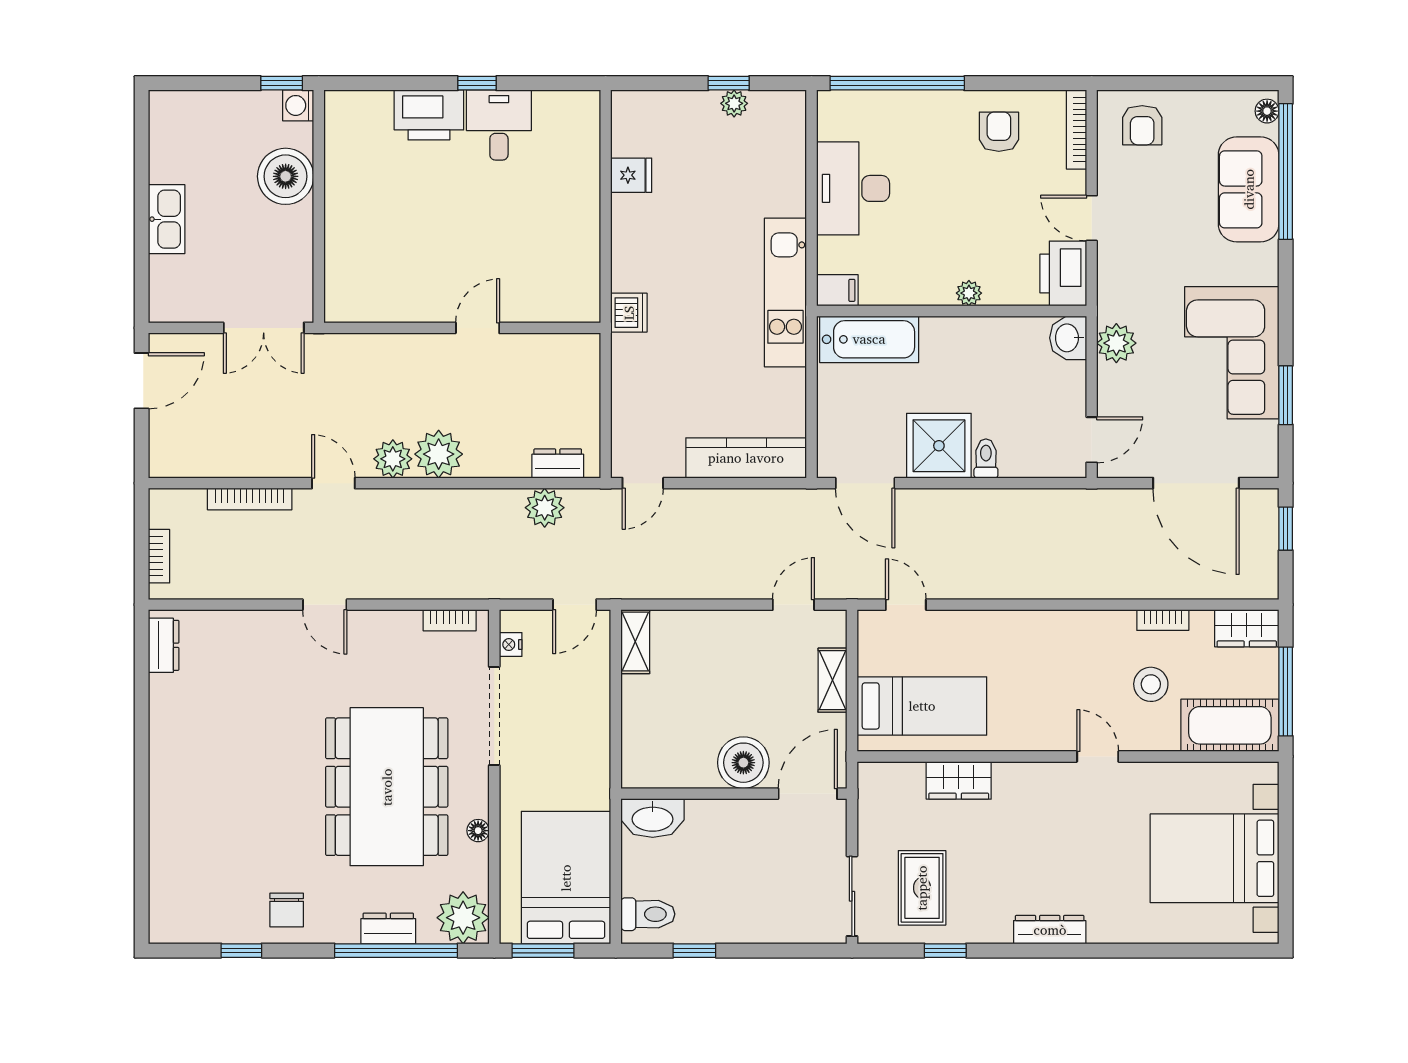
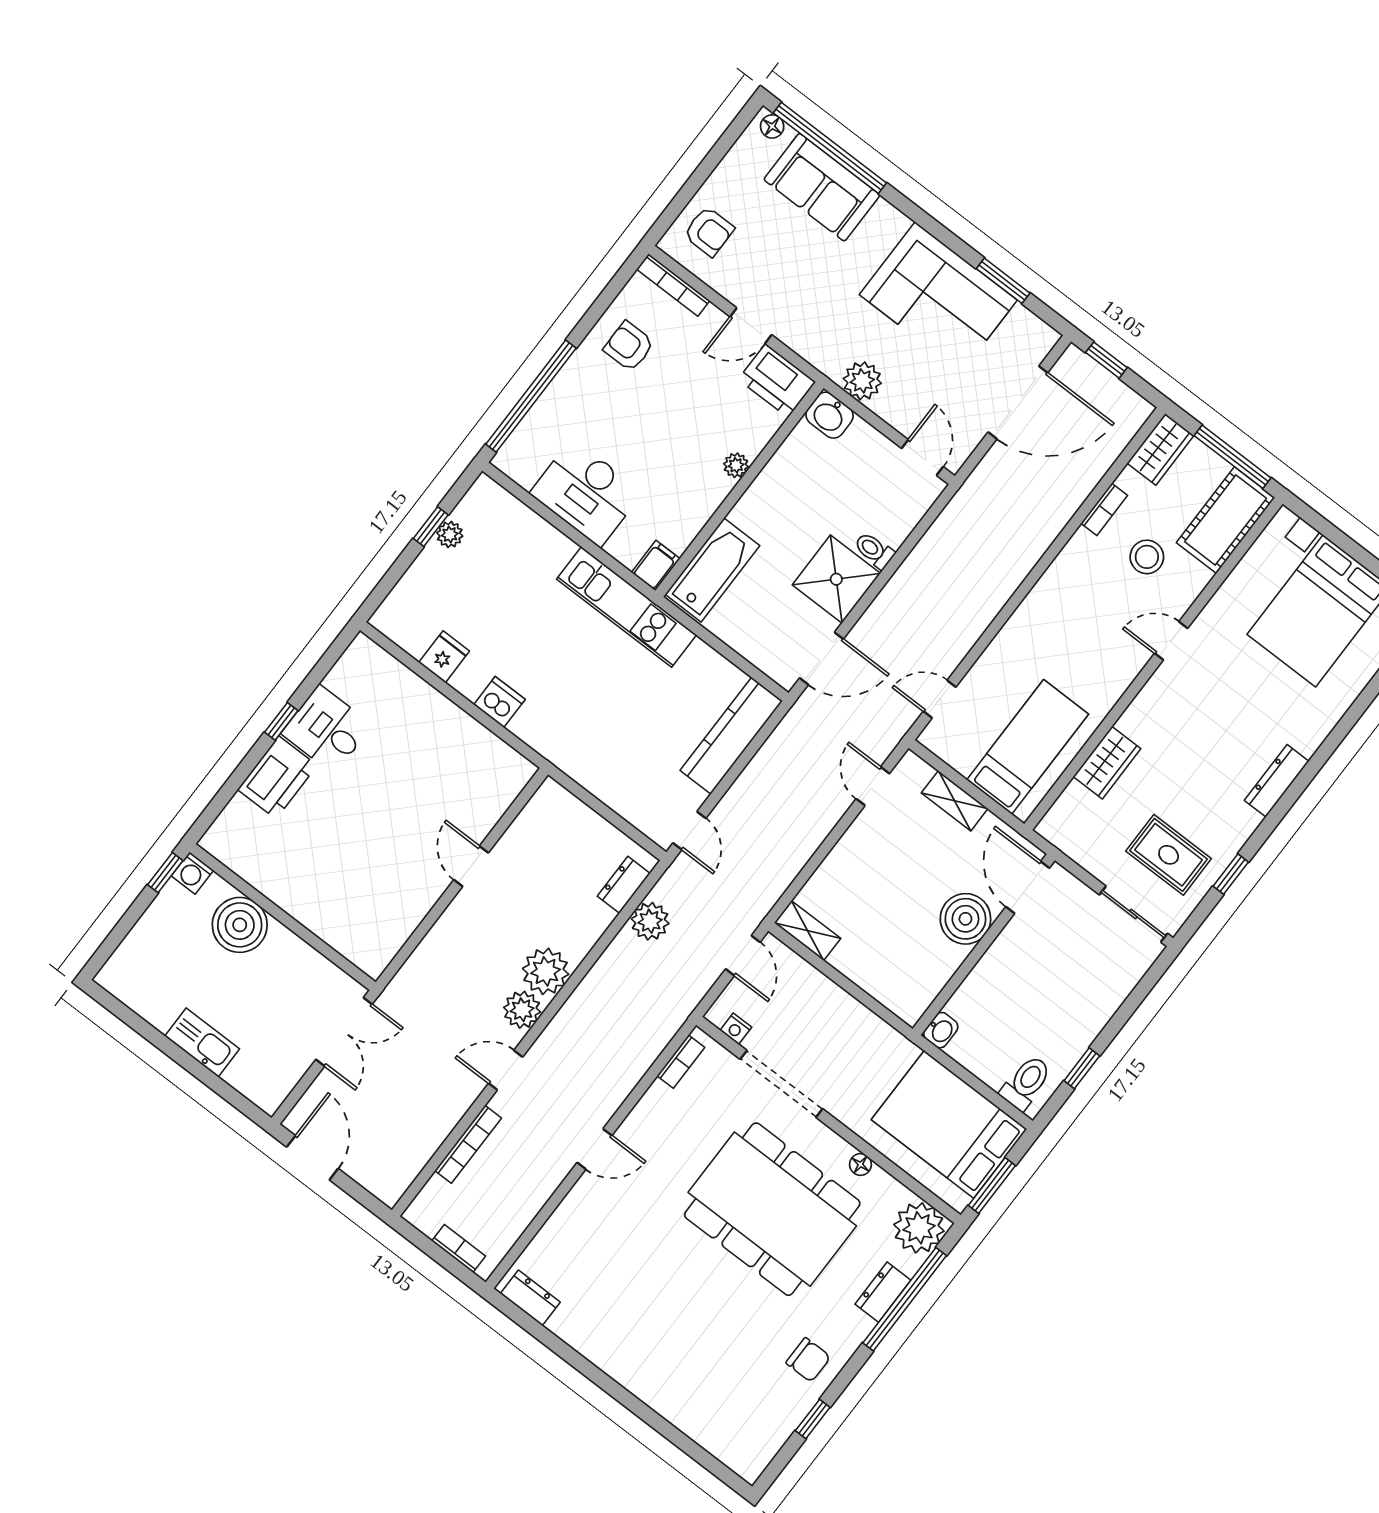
dishwasher: (629, 313) -> (499, 702), moved
washbasin: (653, 818) -> (941, 1030), width x0.52, depth x0.69

